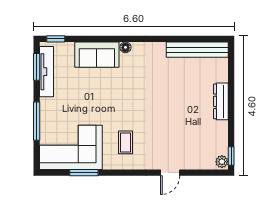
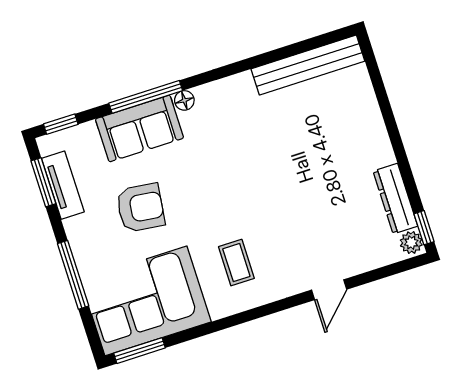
window: (106, 39) -> (146, 97), added
tv unit: (46, 72) -> (63, 185), width x0.71
armchair: (84, 97) -> (140, 208), added
dresser: (221, 101) -> (395, 199), moved
window: (84, 173) -> (140, 351), moved

